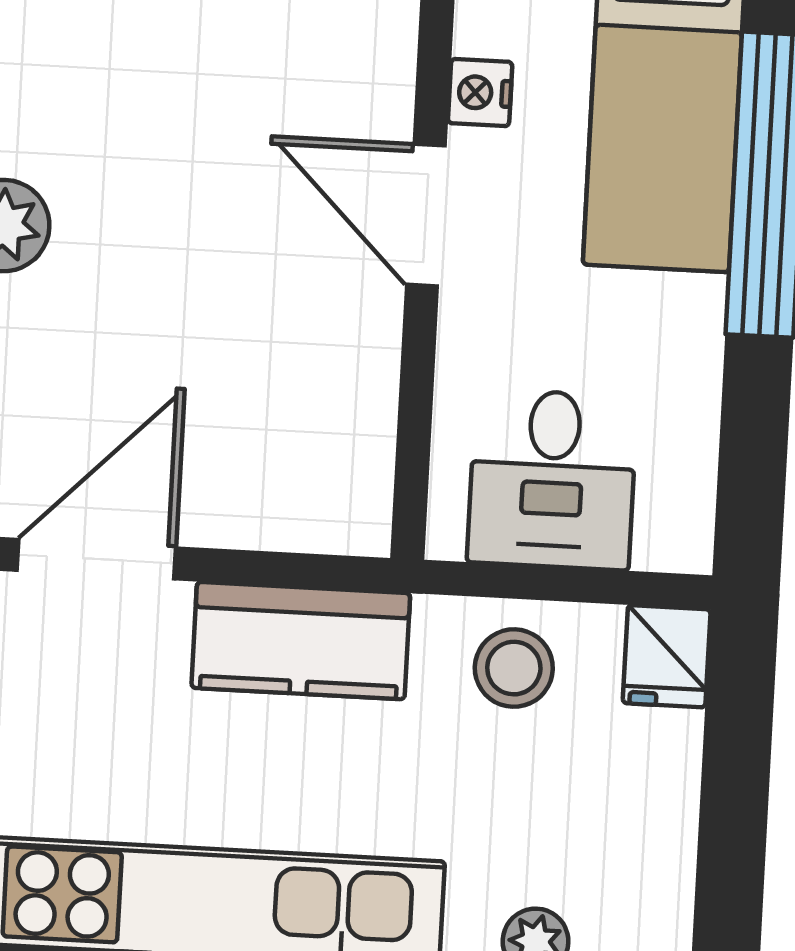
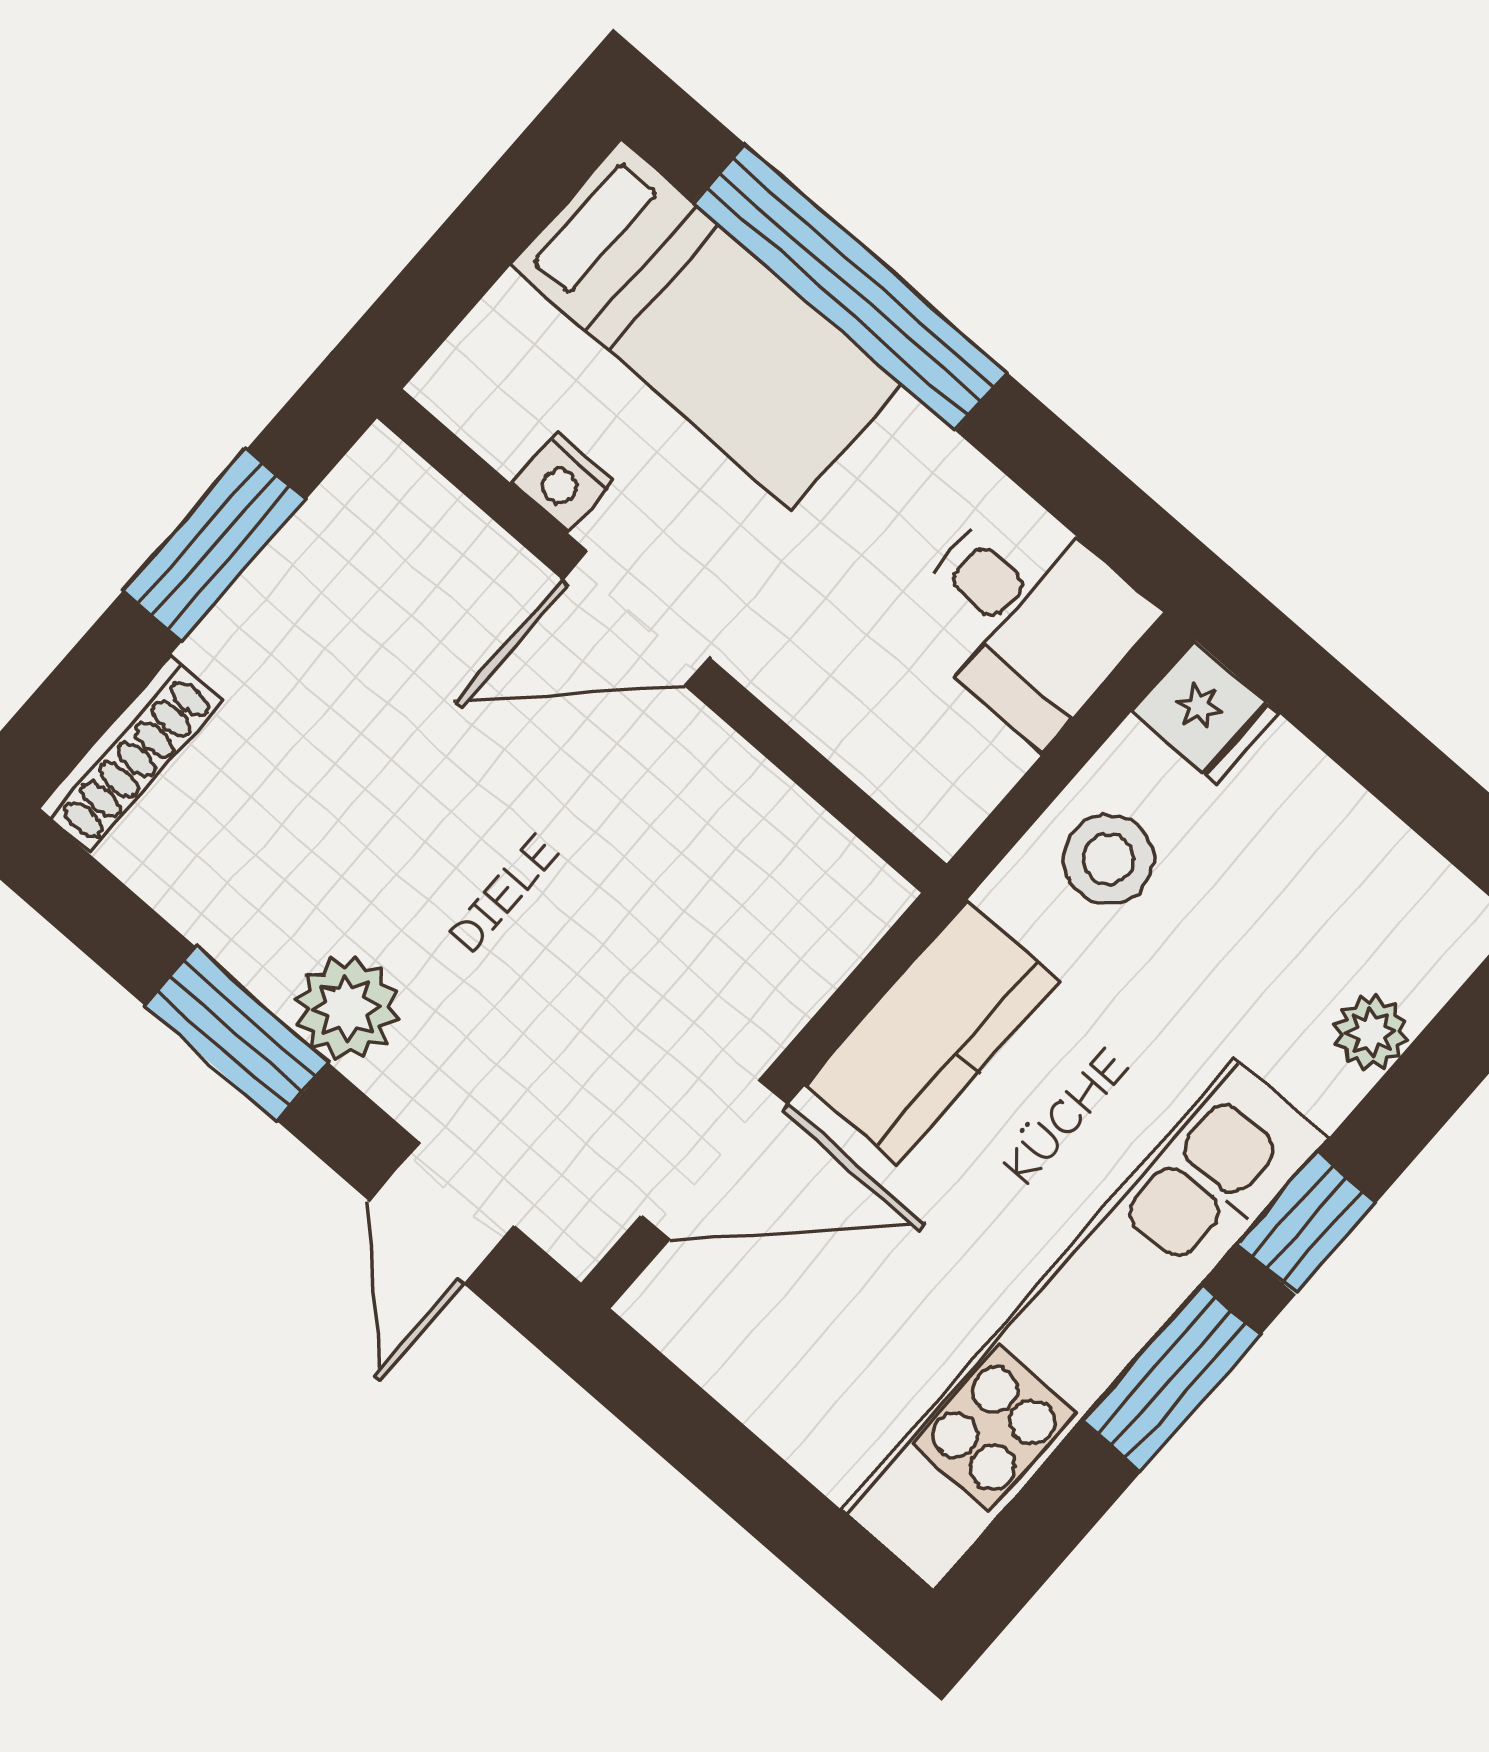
desk: (552, 479) -> (1028, 618), moved
door: (96, 559) -> (714, 1160), swing flipped

